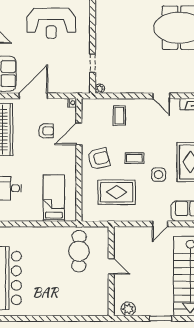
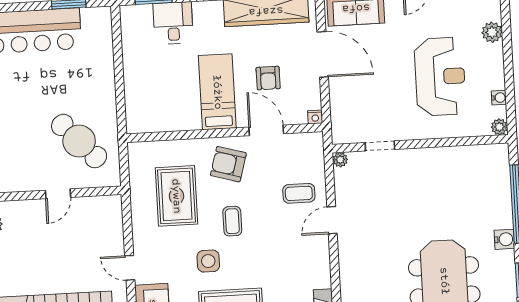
reception desk: (51, 23) -> (440, 77), turned 180
door: (161, 96) -> (332, 220), moved
armchair: (99, 159) -> (228, 164), turned 120
bed: (54, 198) -> (217, 92), moved, turned -90
cafe table: (79, 251) -> (79, 141), turned 46

